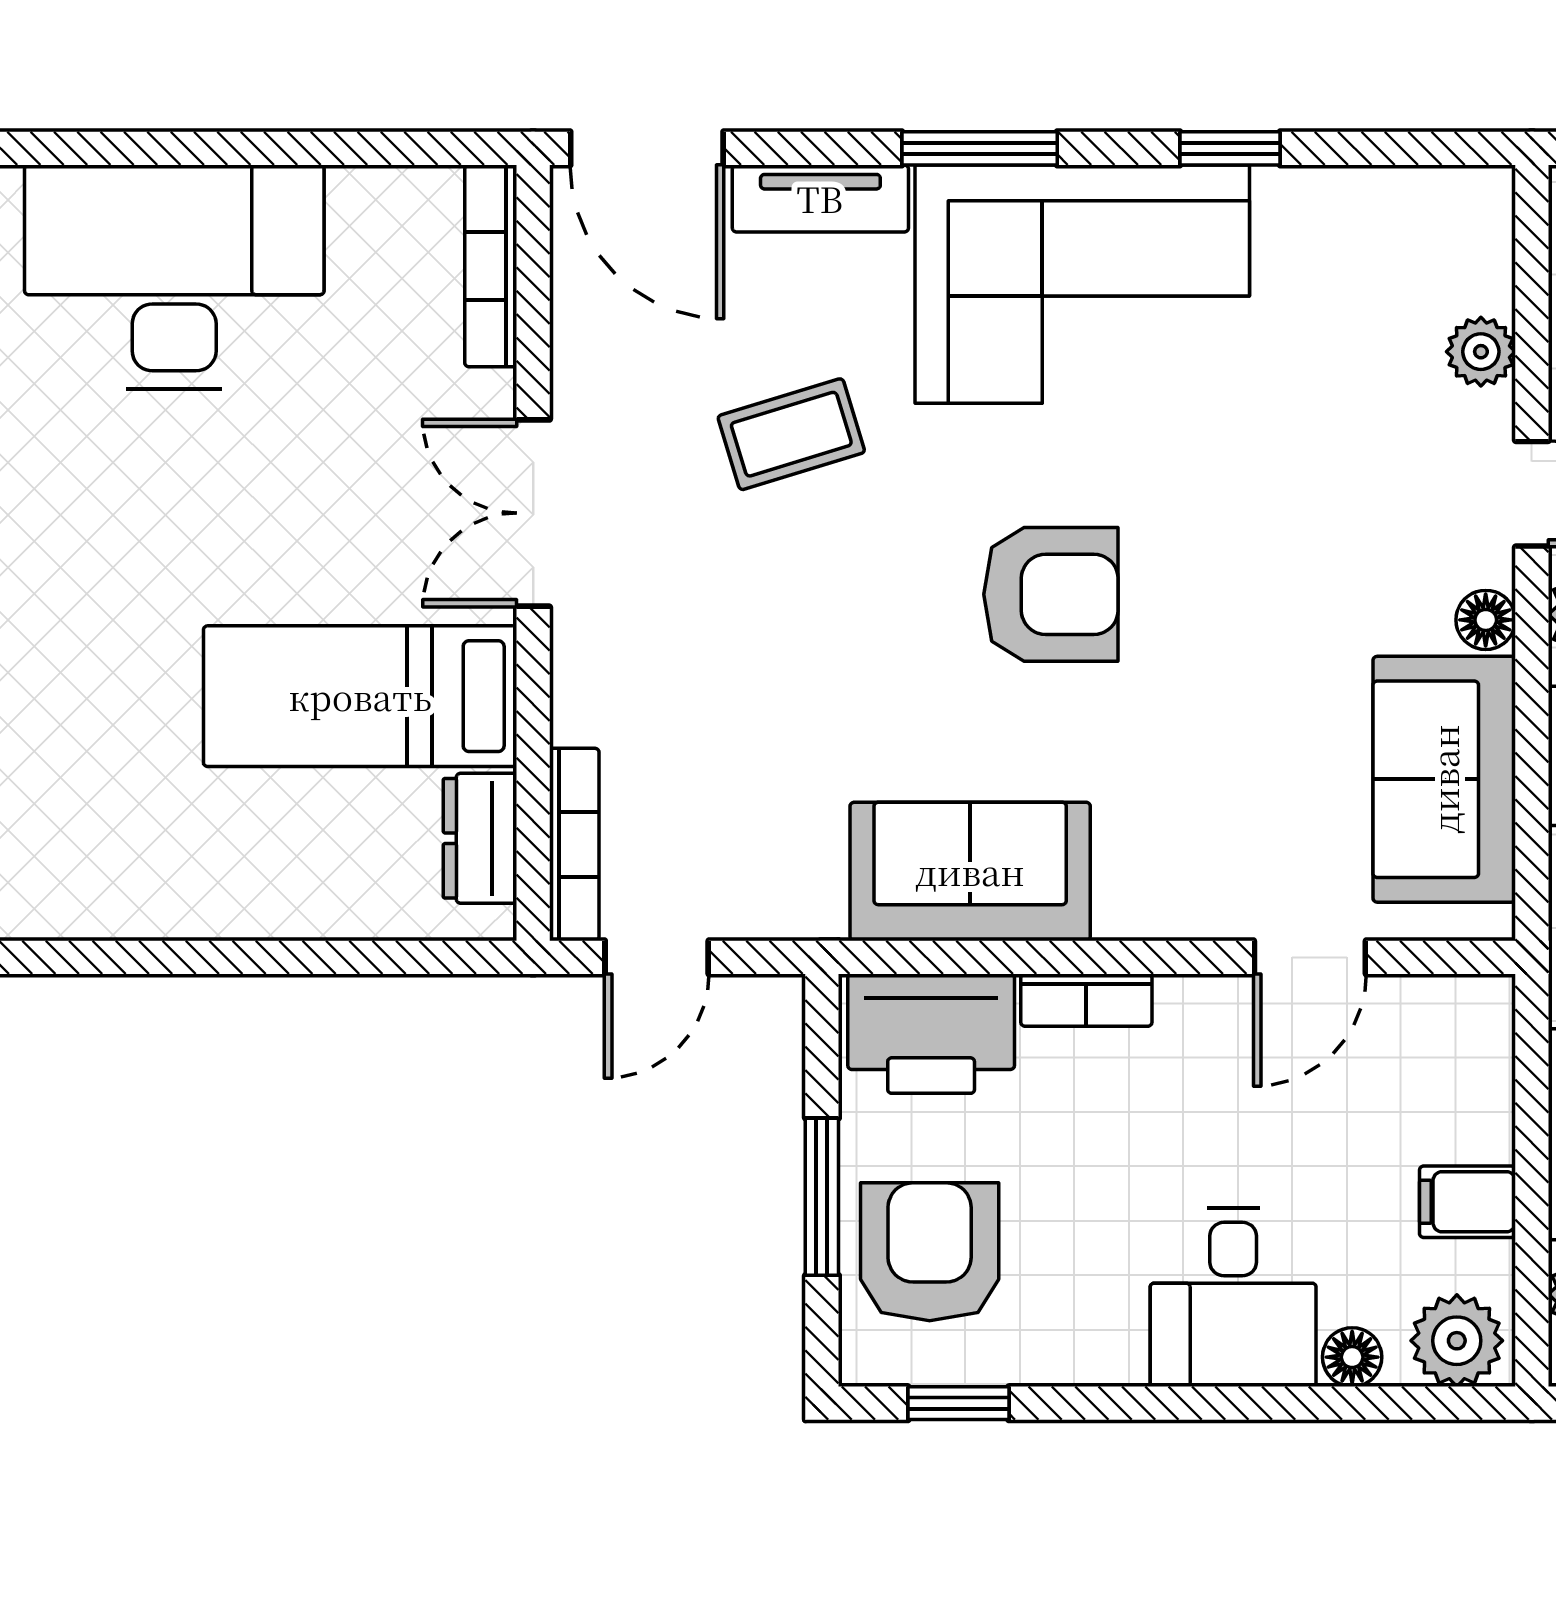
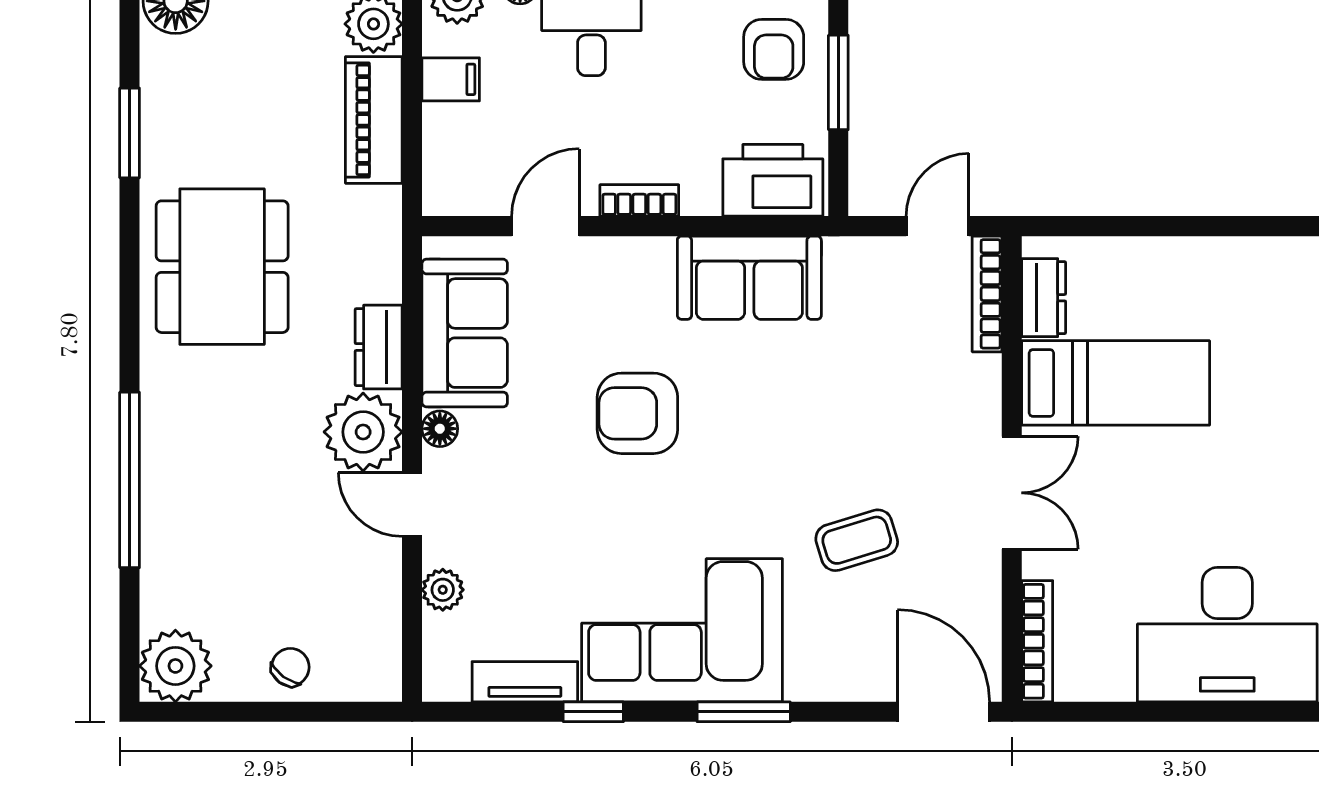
tv unit: (820, 198) -> (525, 682), moved
armchair: (1051, 594) -> (637, 413), moved
bookcase: (1086, 1000) -> (639, 200), moved
armchair: (930, 1252) -> (774, 49), width x0.72, depth x0.72

